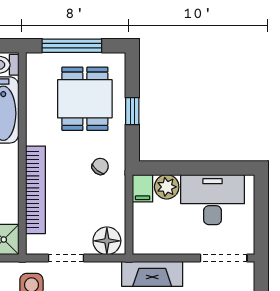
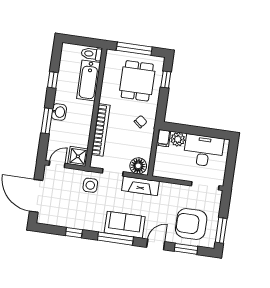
window: (132, 111) -> (166, 79), moved
fireplace: (152, 274) -> (140, 186), moved

